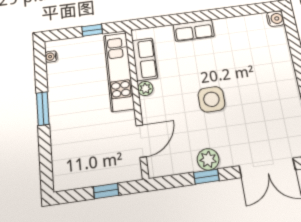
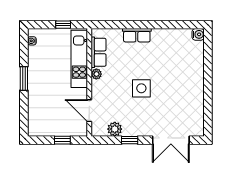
door: (141, 141) -> (89, 111), swing flipped
plant: (208, 159) -> (115, 129), moved

